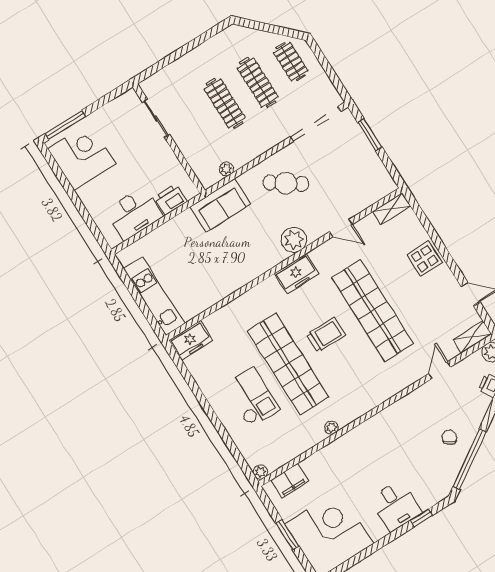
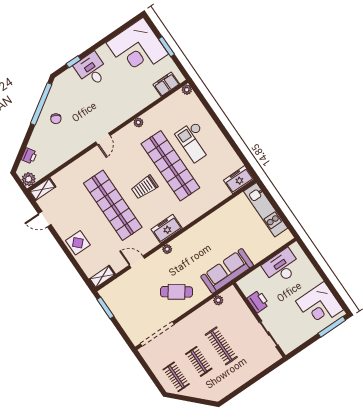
clothes rail: (258, 83) -> (199, 361), width x0.73
window: (370, 135) -> (105, 308), moved
printer: (171, 200) -> (258, 301), moved, turned -90
sofa: (220, 205) -> (227, 271), width x1.36
plant: (294, 240) -> (167, 249), width x0.53, depth x0.53
door: (440, 370) -> (103, 139), moved

